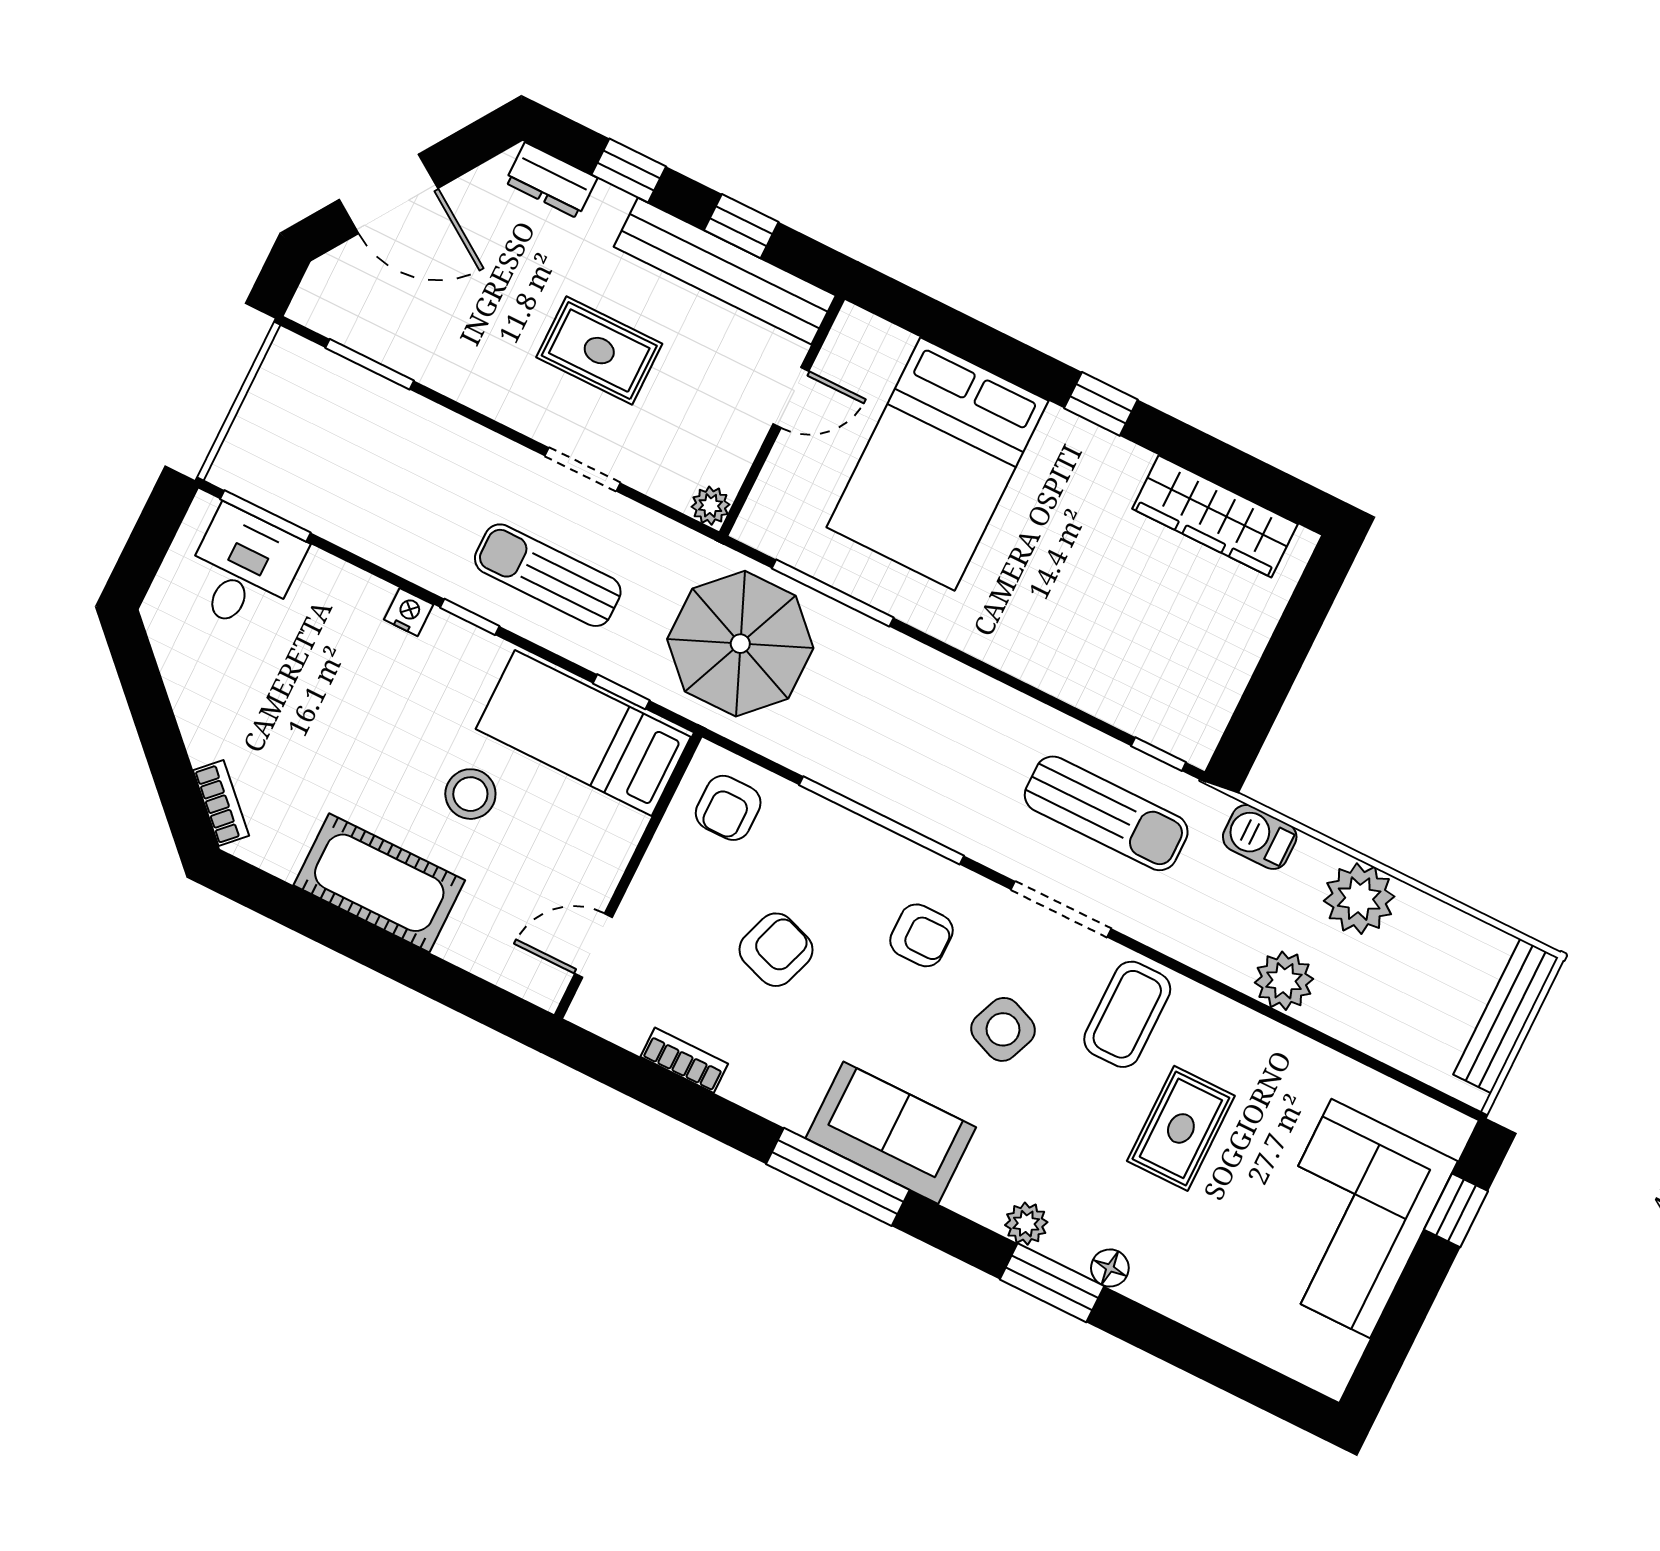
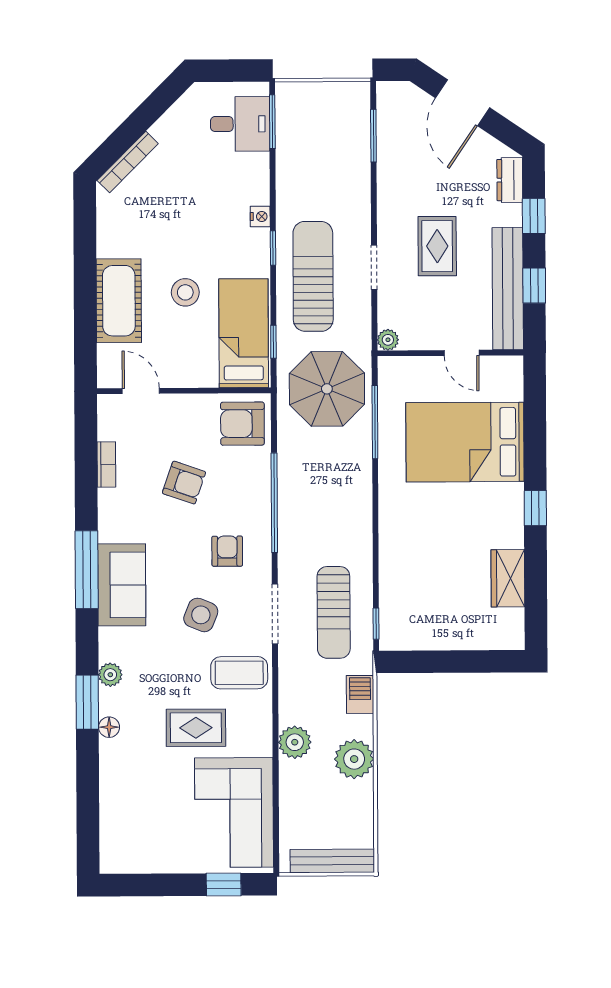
wardrobe: (1215, 516) -> (508, 578), width x0.67
sun lounger: (548, 575) -> (313, 276), width x1.36, depth x1.34
bookcase: (221, 803) -> (128, 162), width x1.56
armchair: (728, 808) -> (242, 424), width x1.38, depth x1.38
cot: (379, 883) -> (119, 301), moved
armchair: (921, 935) -> (227, 551), turned 180
corner sofa: (1351, 1219) -> (234, 812), moved, turned -90

